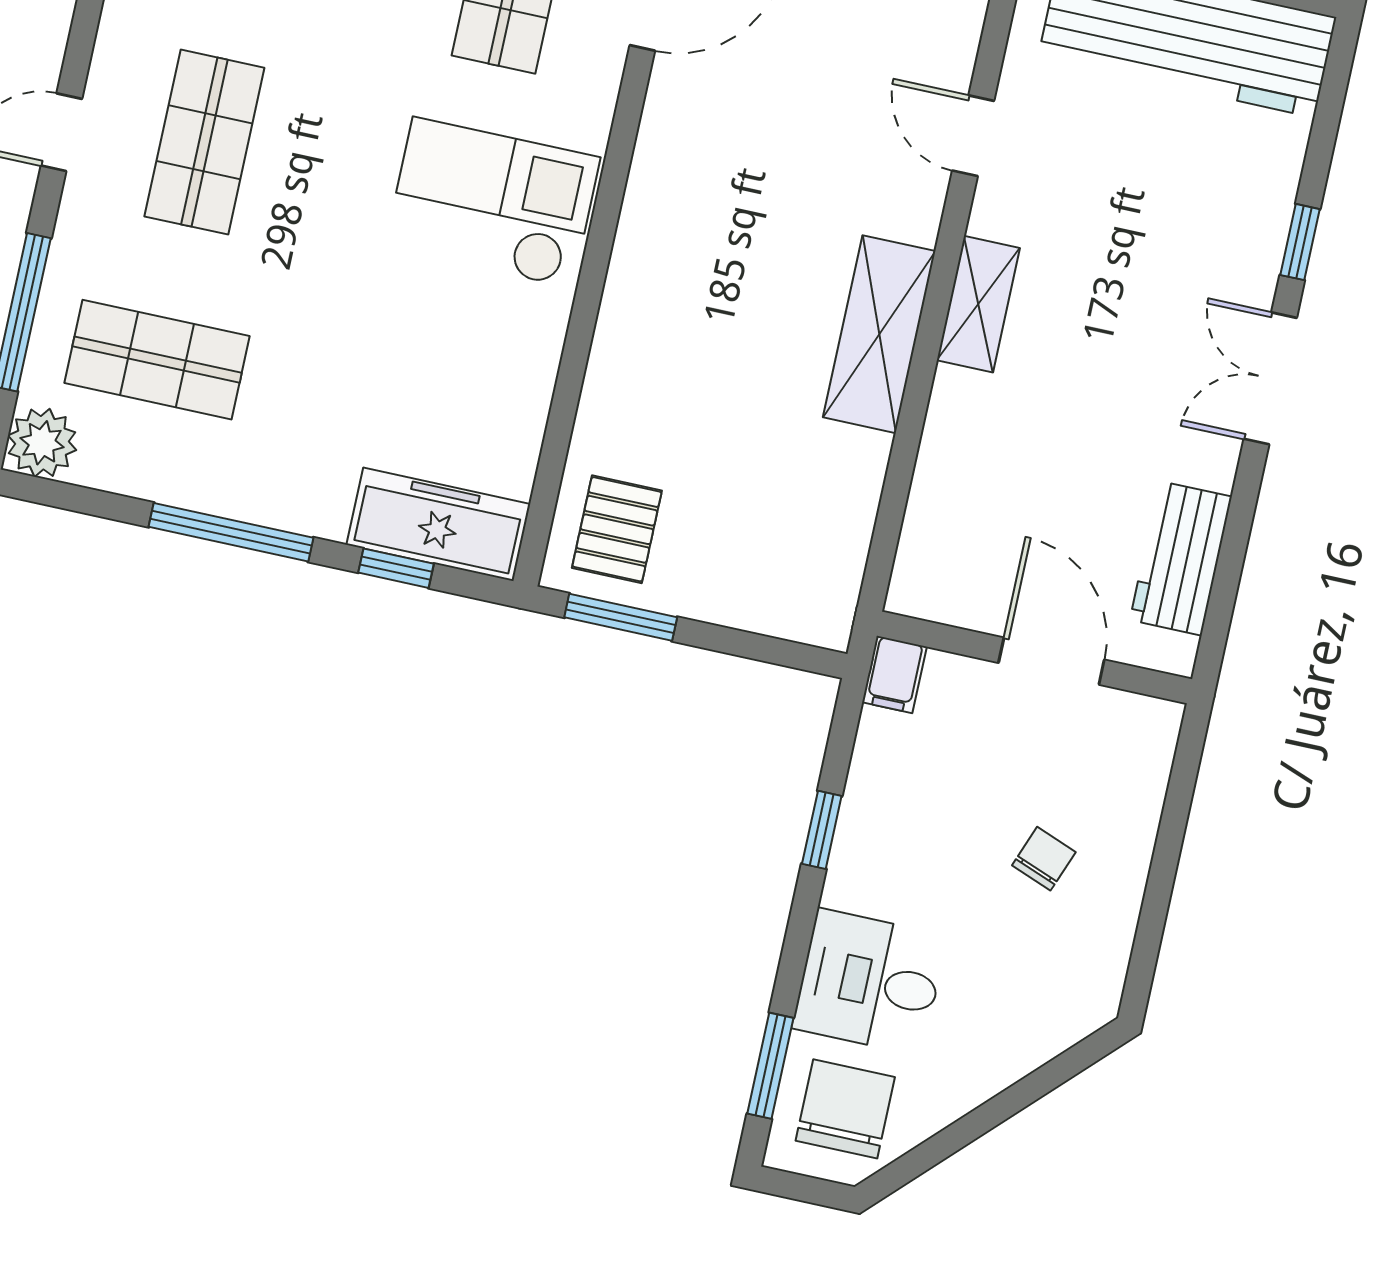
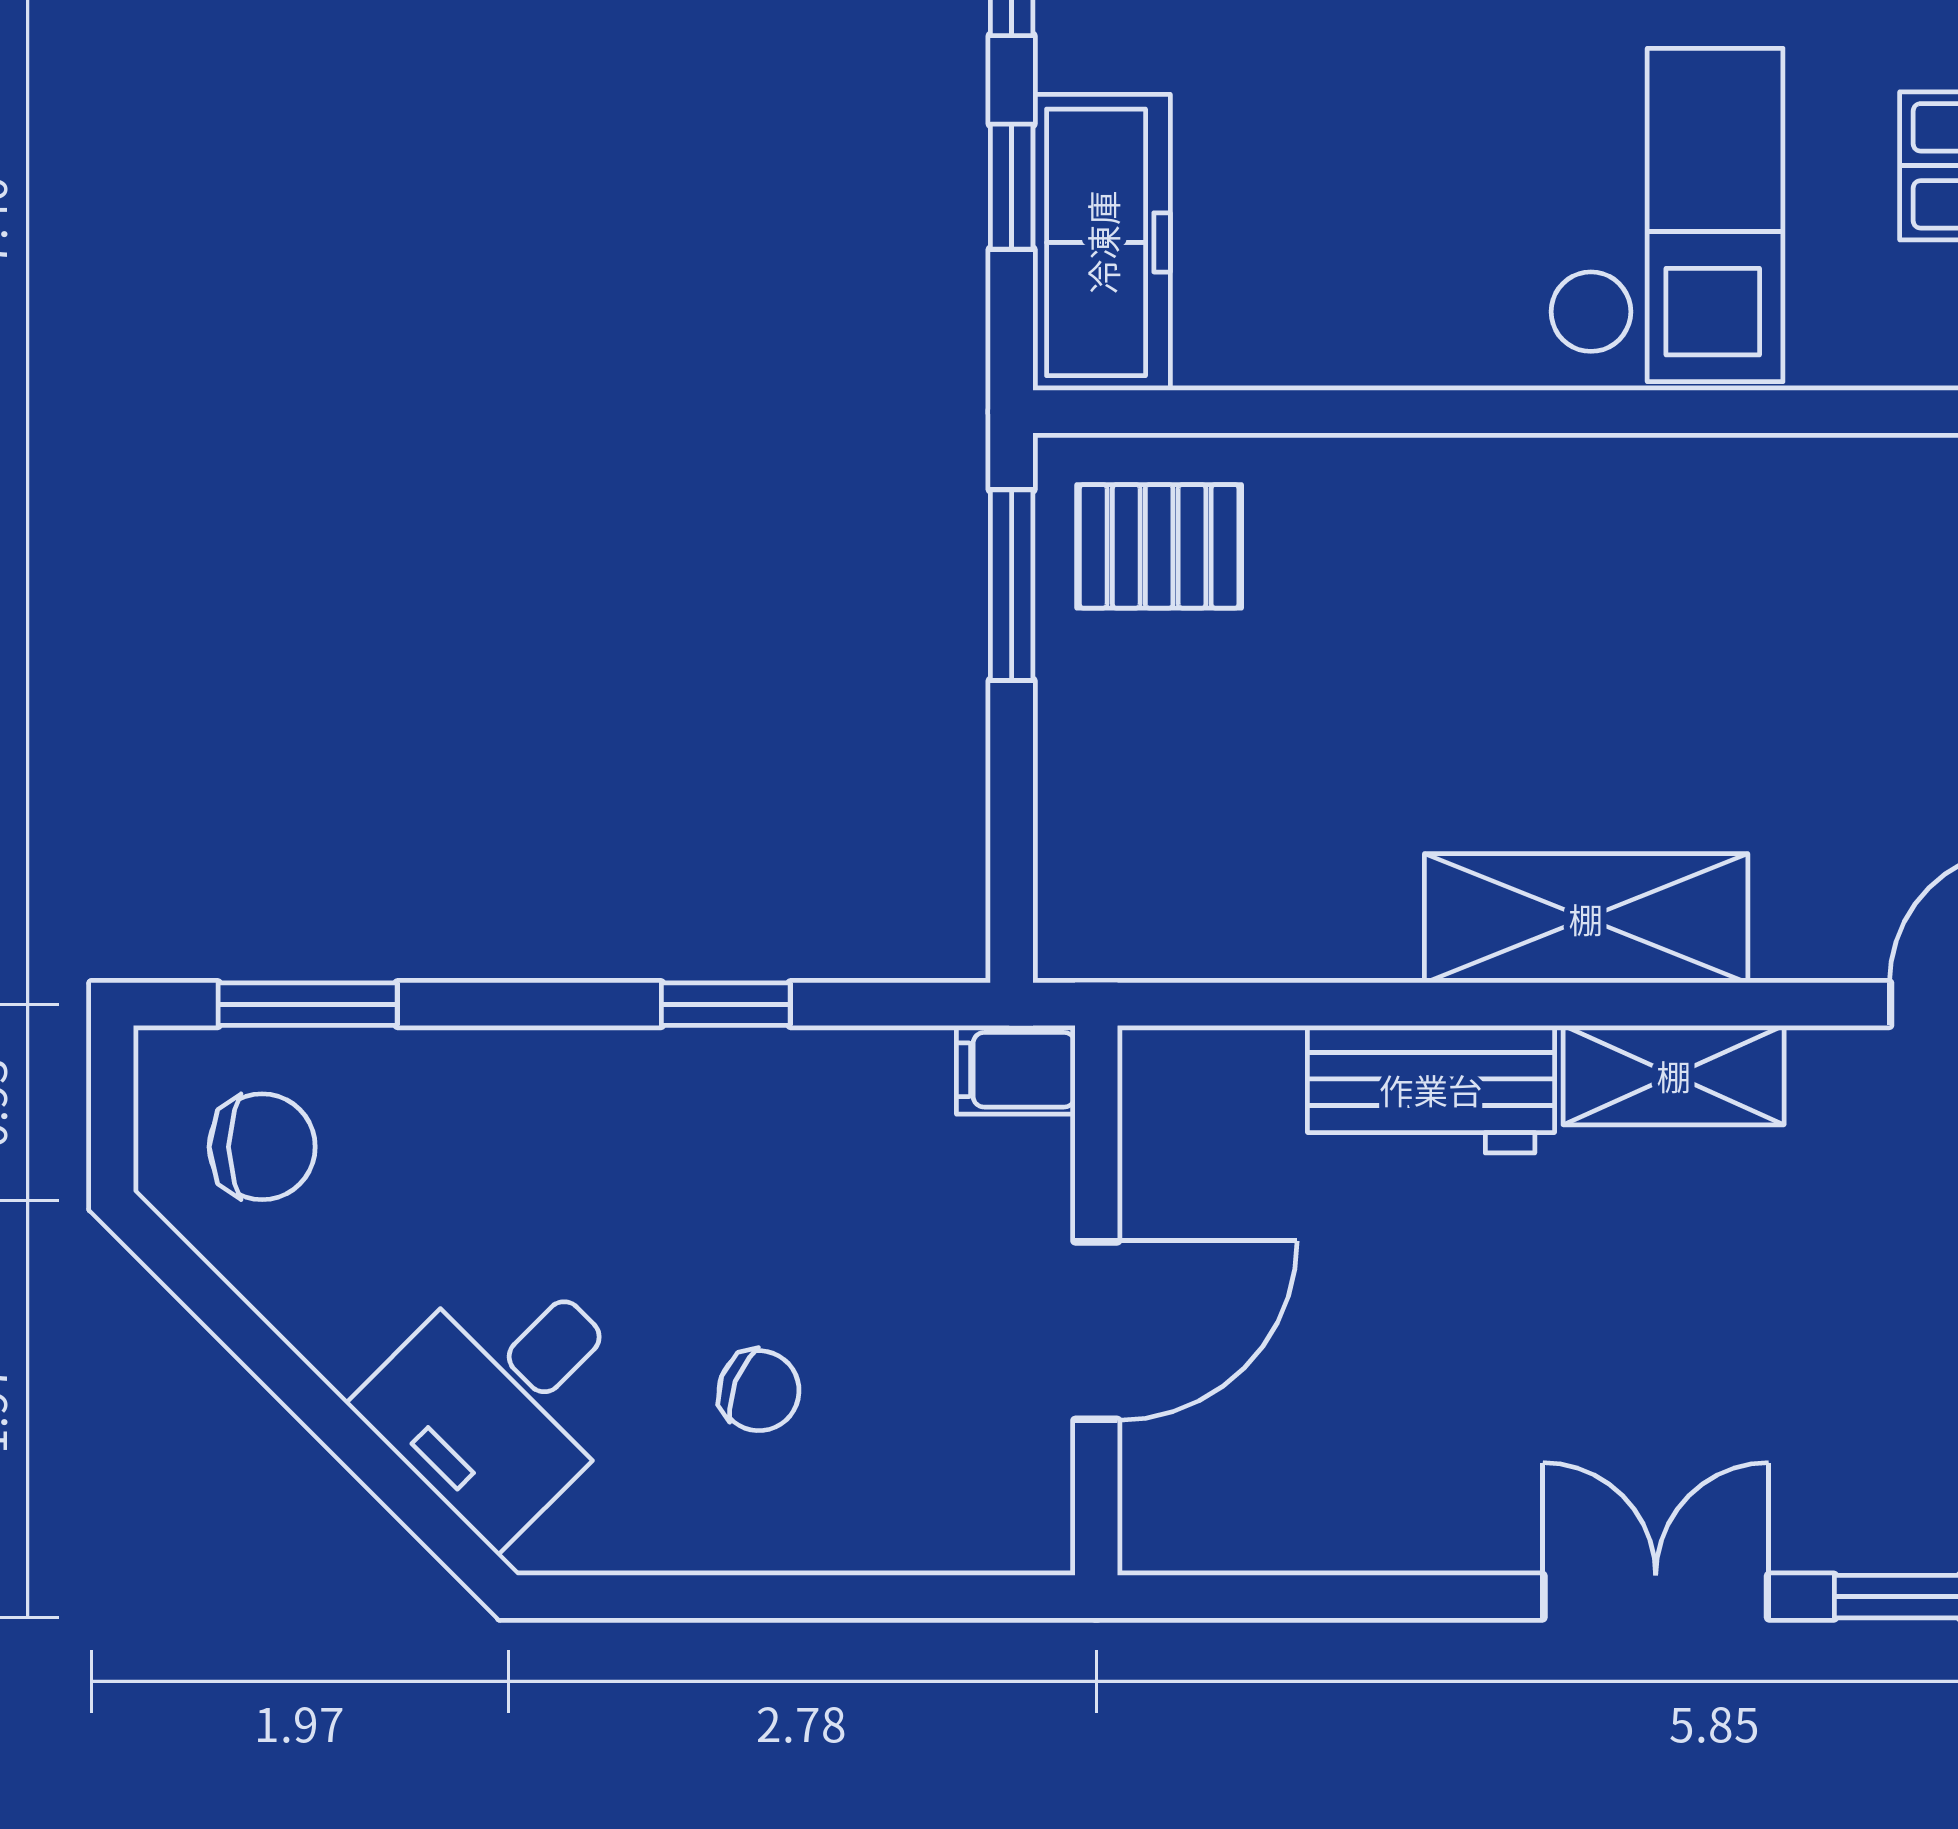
workbench: (1181, 558) -> (1431, 1089), moved, turned 180
desk: (870, 982) -> (503, 1398), moved, turned -135
chair: (845, 1109) -> (262, 1147), width x0.73, depth x0.73

